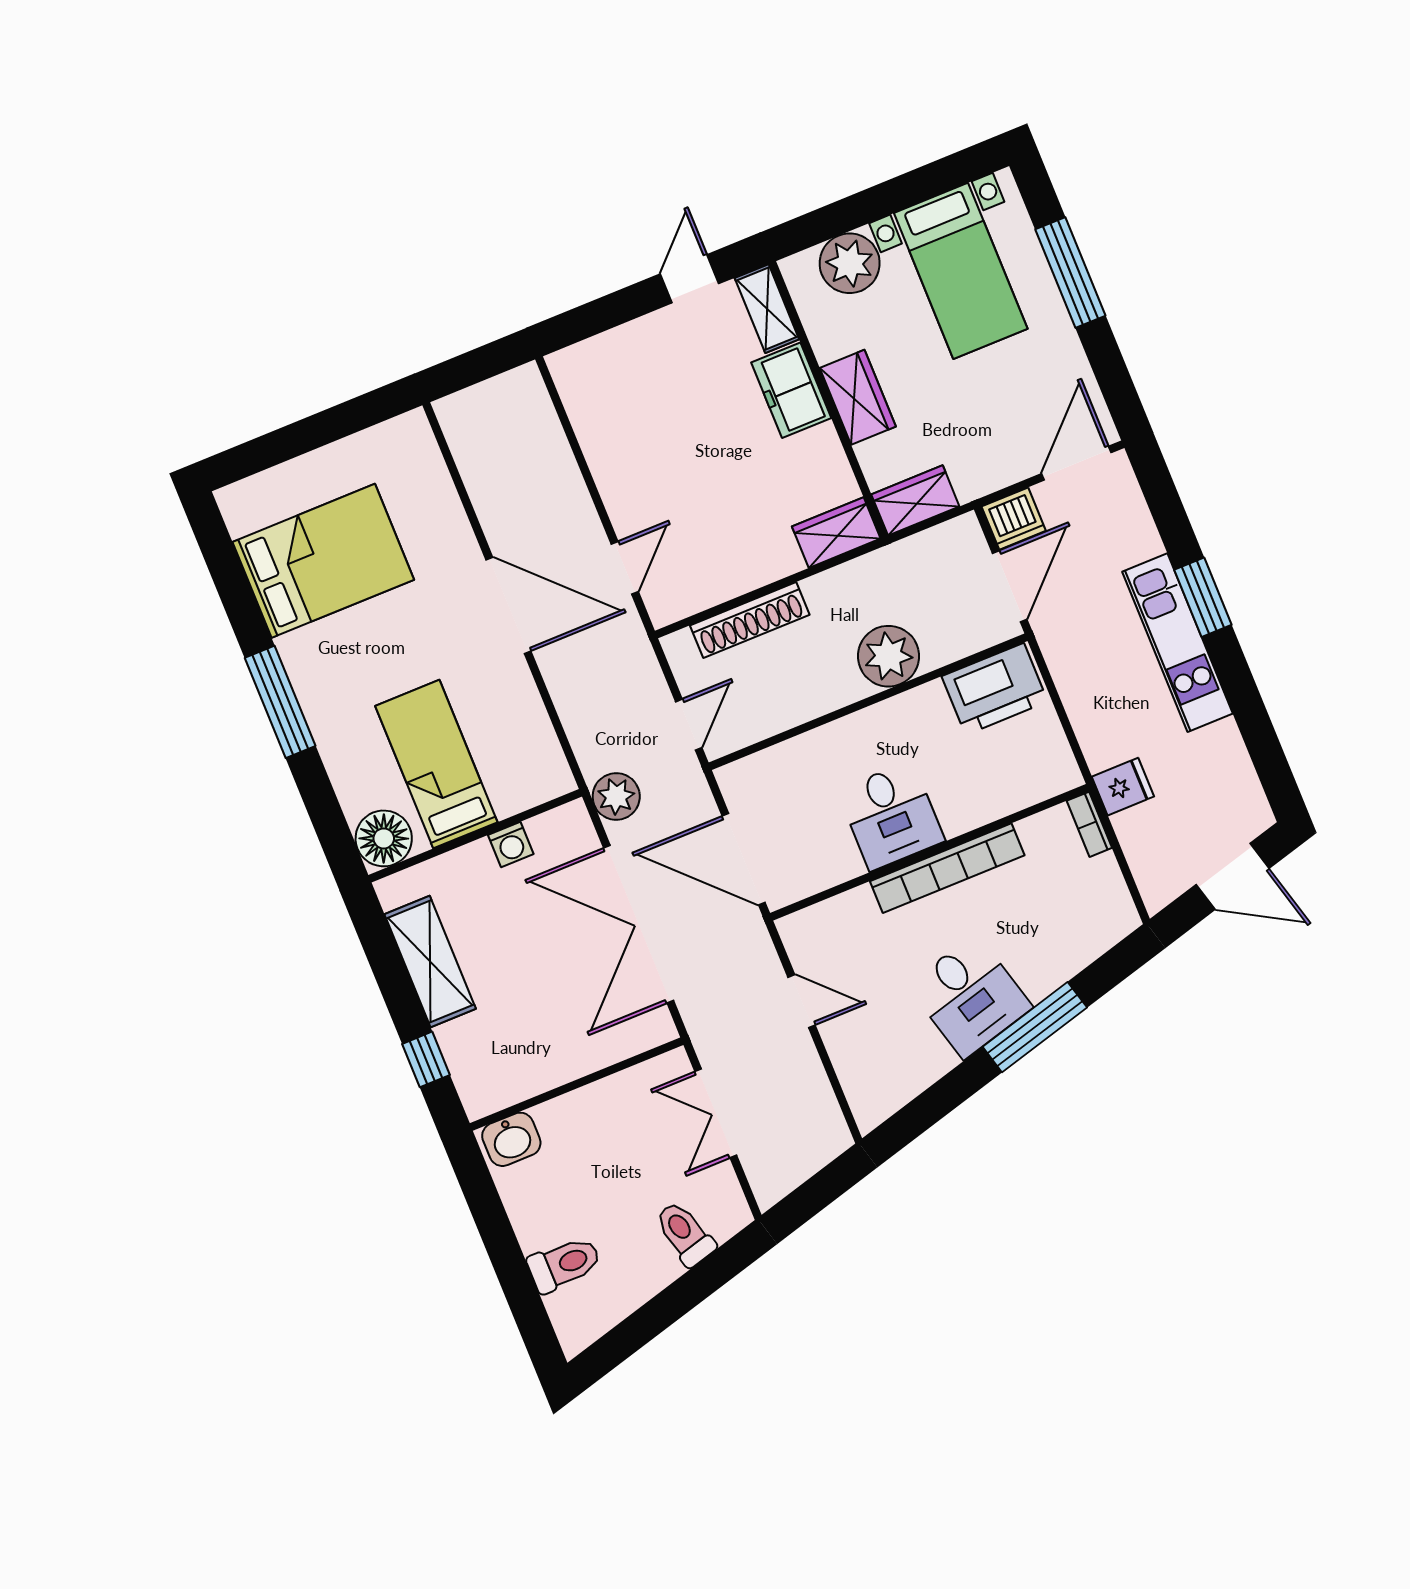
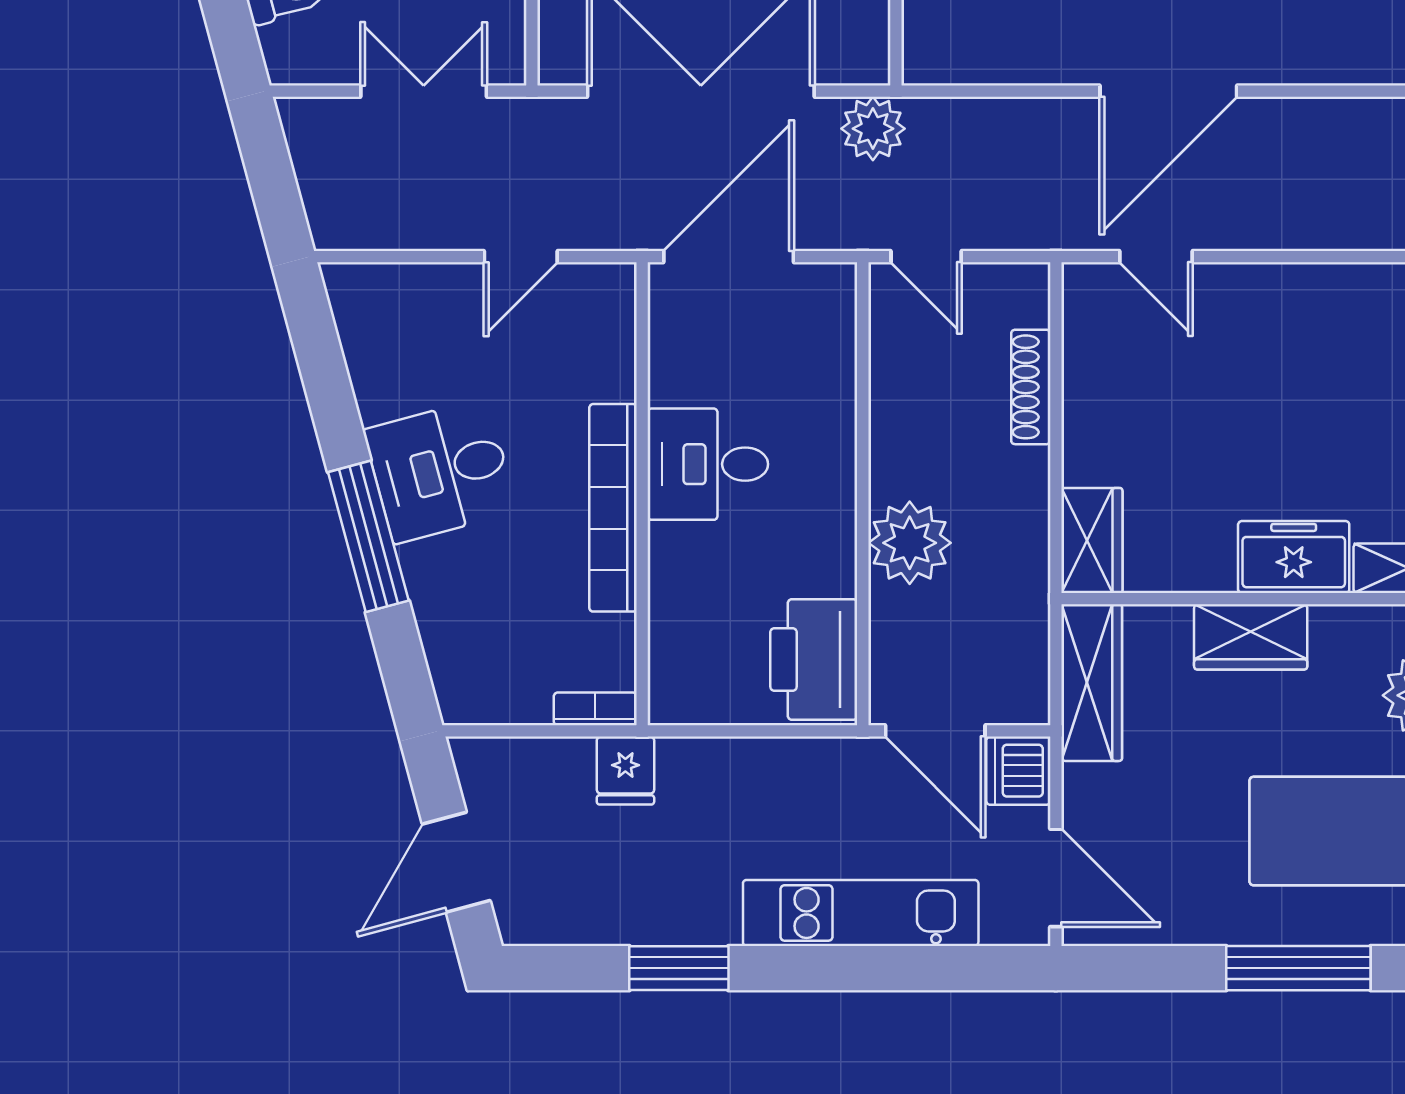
wardrobe: (915, 500) -> (1092, 683), width x1.50
window: (1203, 597) -> (679, 968), moved
shoe rack: (750, 620) -> (1031, 387), width x0.74, depth x0.81
kitchen unit: (1177, 643) -> (861, 913), moved

